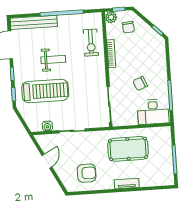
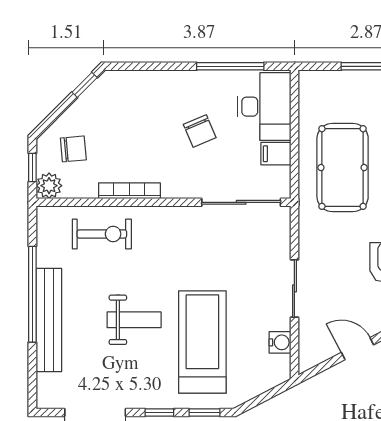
bench: (34, 22) -> (49, 320), moved
weight bench: (53, 60) -> (134, 320), turned 90
filing cabinet: (132, 118) -> (276, 154), added

